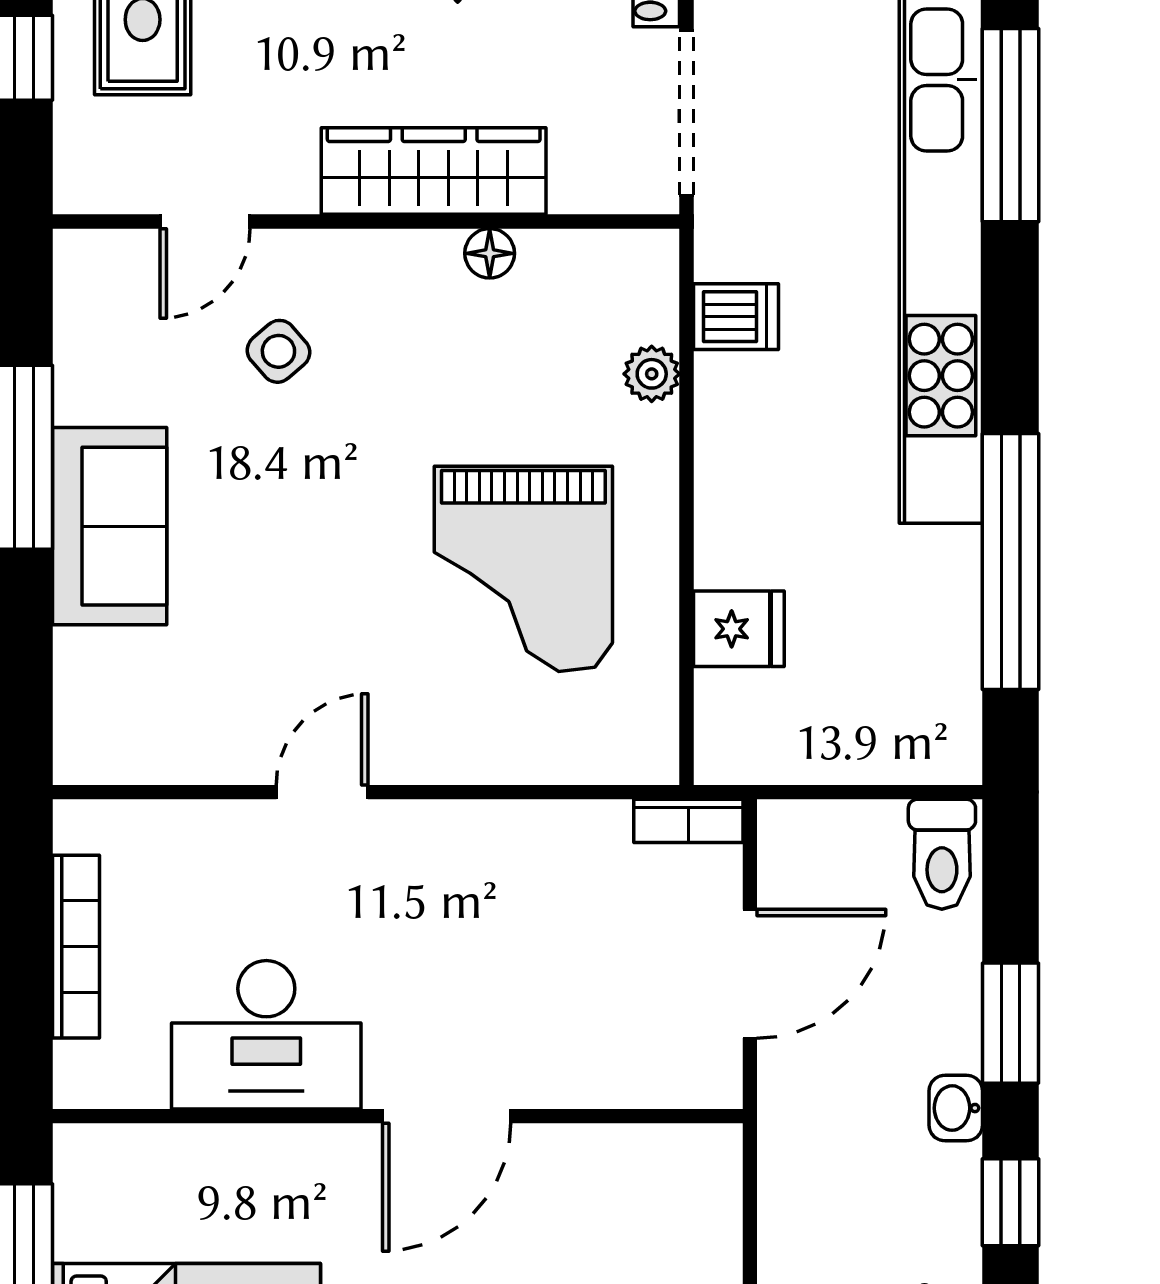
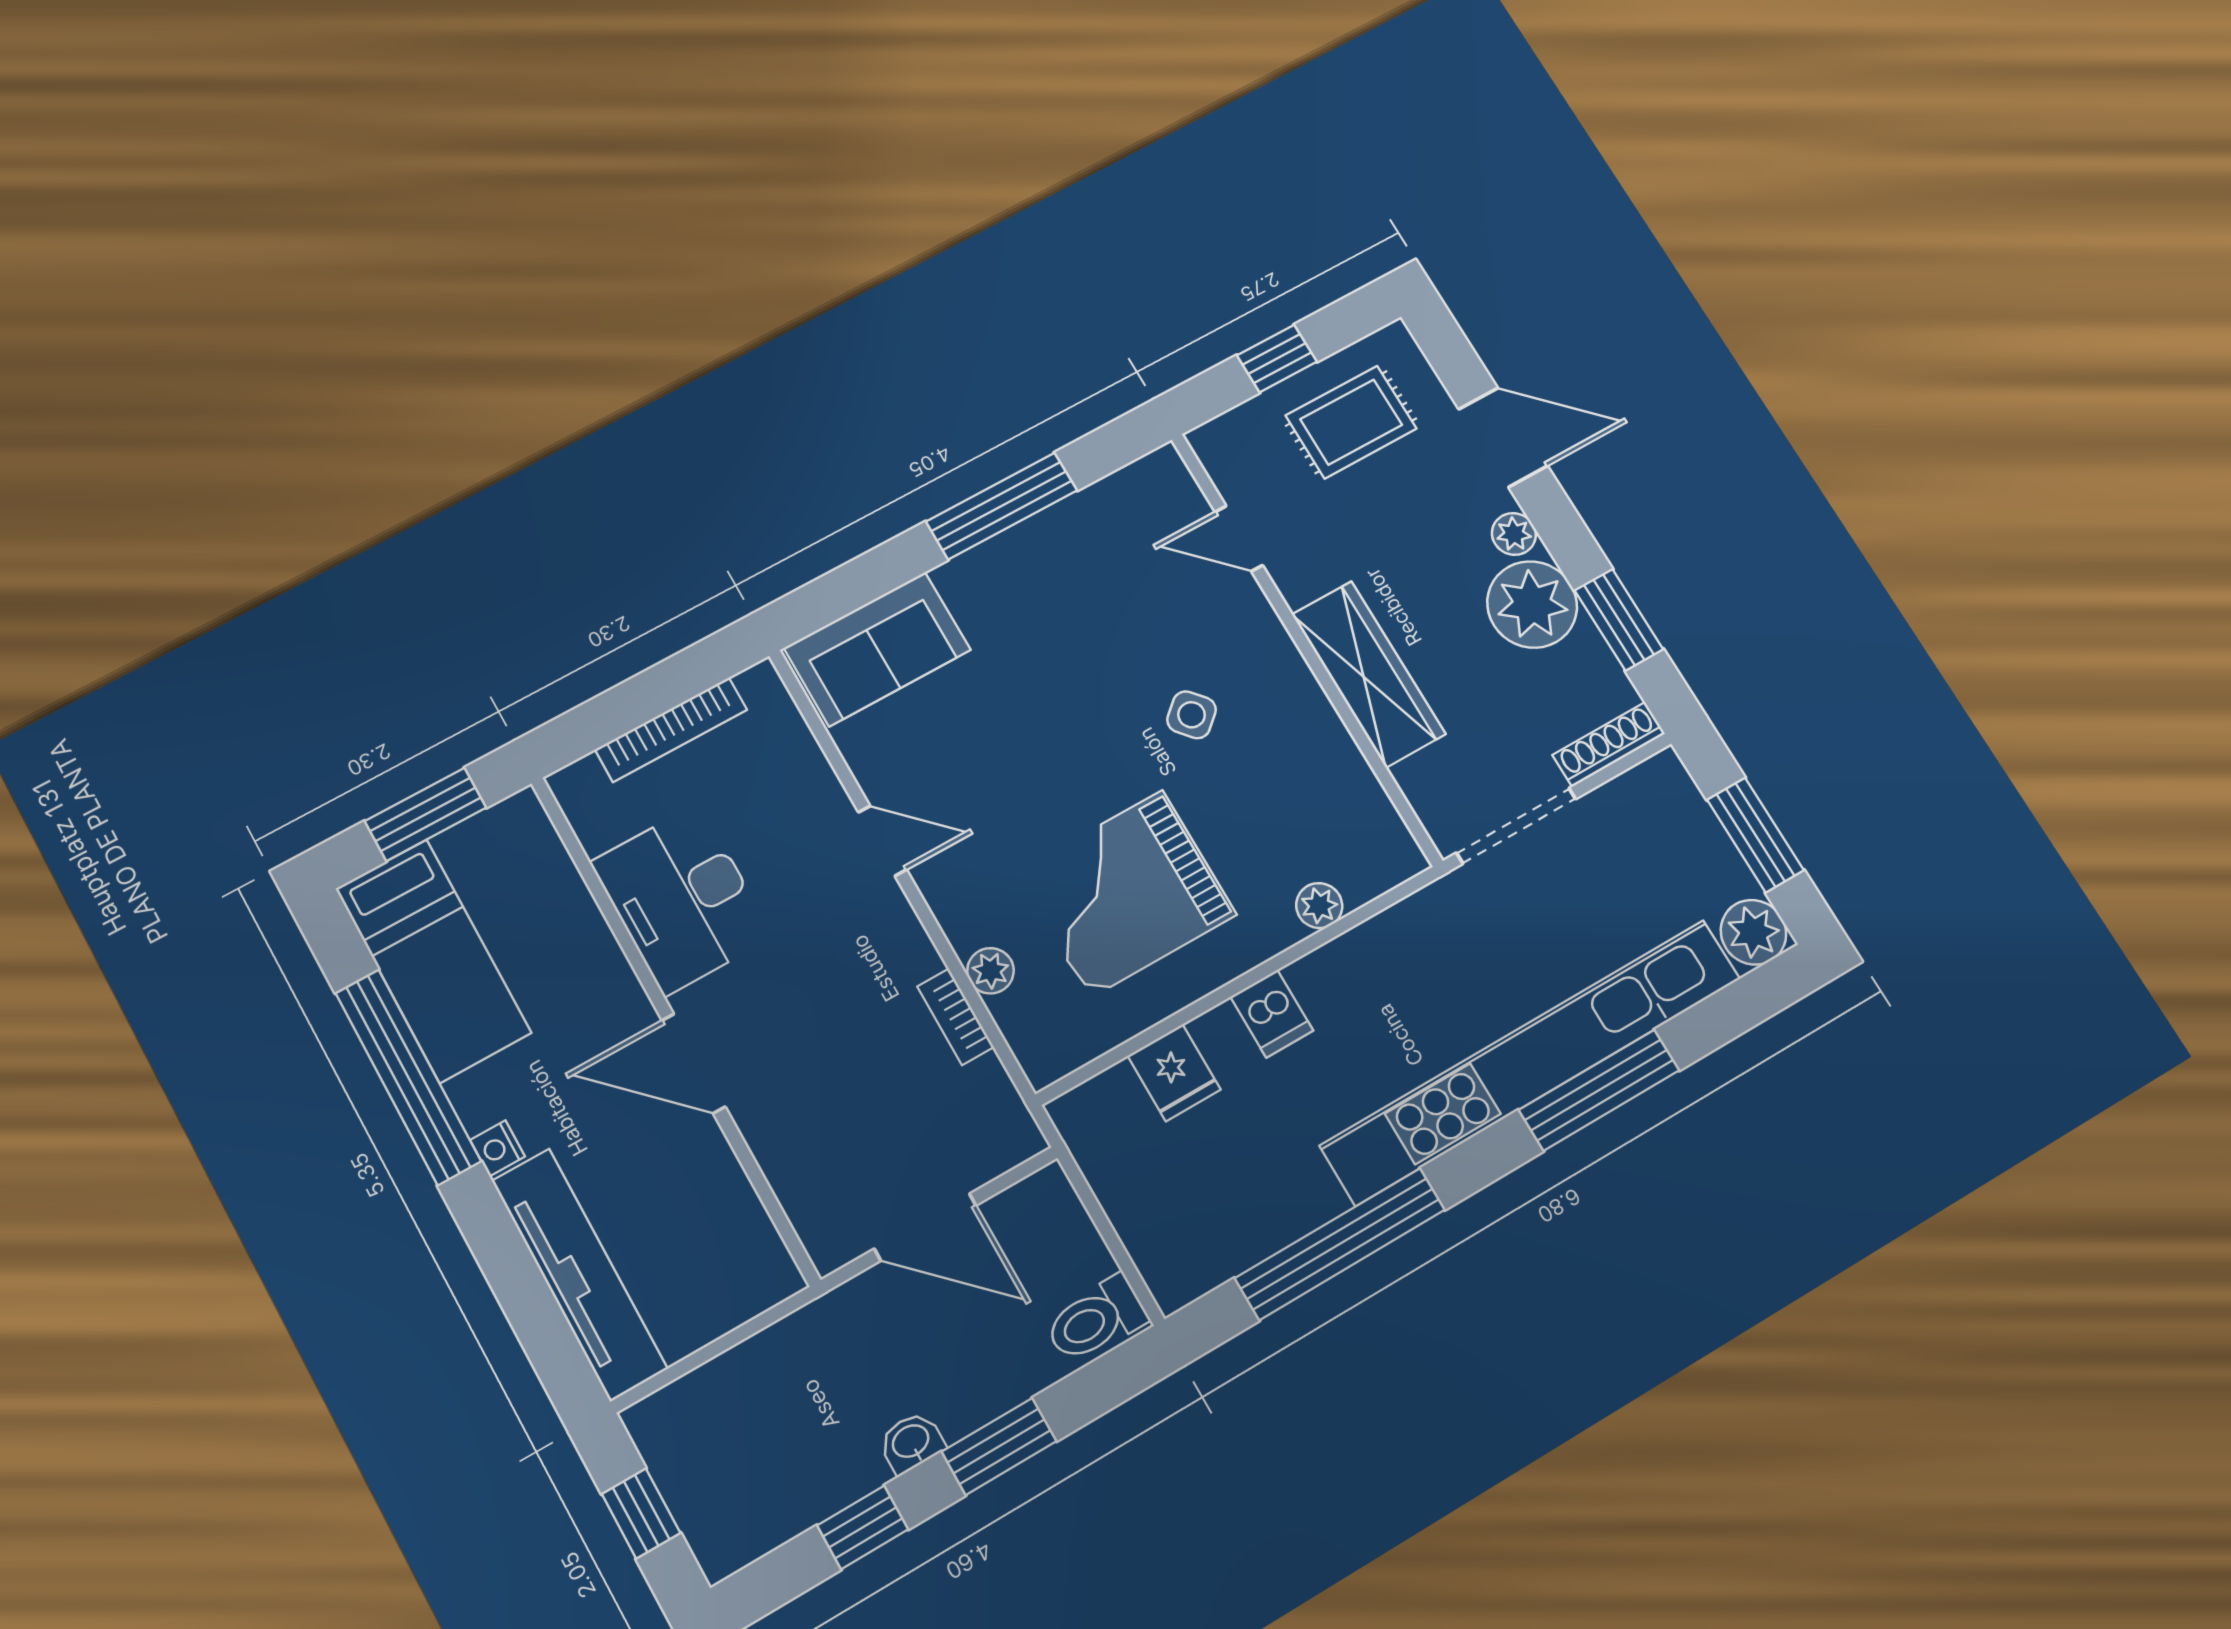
window: (1011, 125) -> (1599, 1090), moved
floor lamp: (490, 253) -> (1335, 744), removed
dishwasher: (736, 317) -> (1272, 1014), moved
side table: (278, 351) -> (1192, 715), moved
sofa: (110, 526) -> (877, 649), moved
plant: (524, 758) -> (990, 971), added
bookcase: (688, 821) -> (956, 1017), moved

